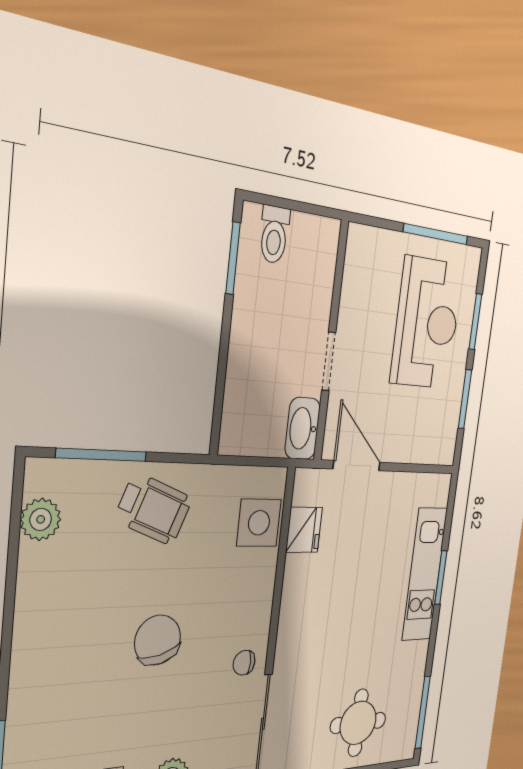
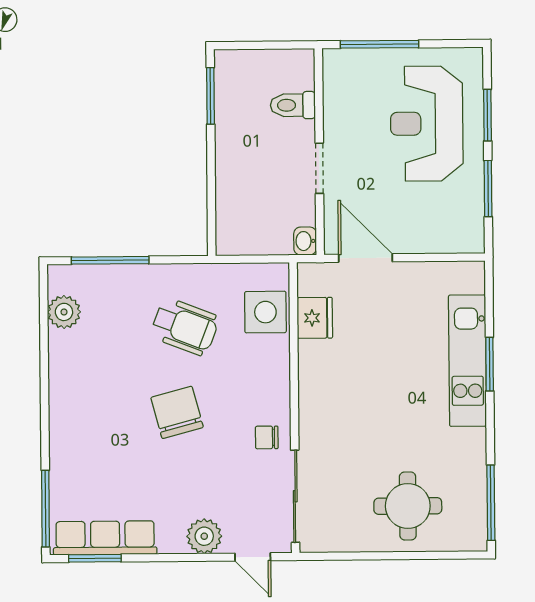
window: (436, 234) -> (379, 44), moved
toilet: (274, 235) -> (293, 105), moved, turned 90
reception desk: (427, 323) -> (427, 124), turned 180
washbasin: (303, 428) -> (305, 241), width x0.52, depth x0.69
wheelchair: (154, 509) -> (185, 327), moved

